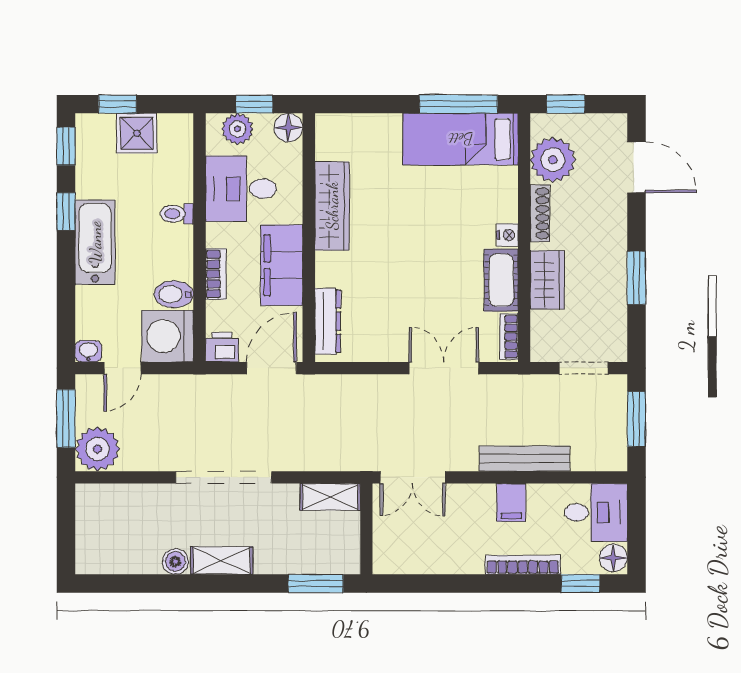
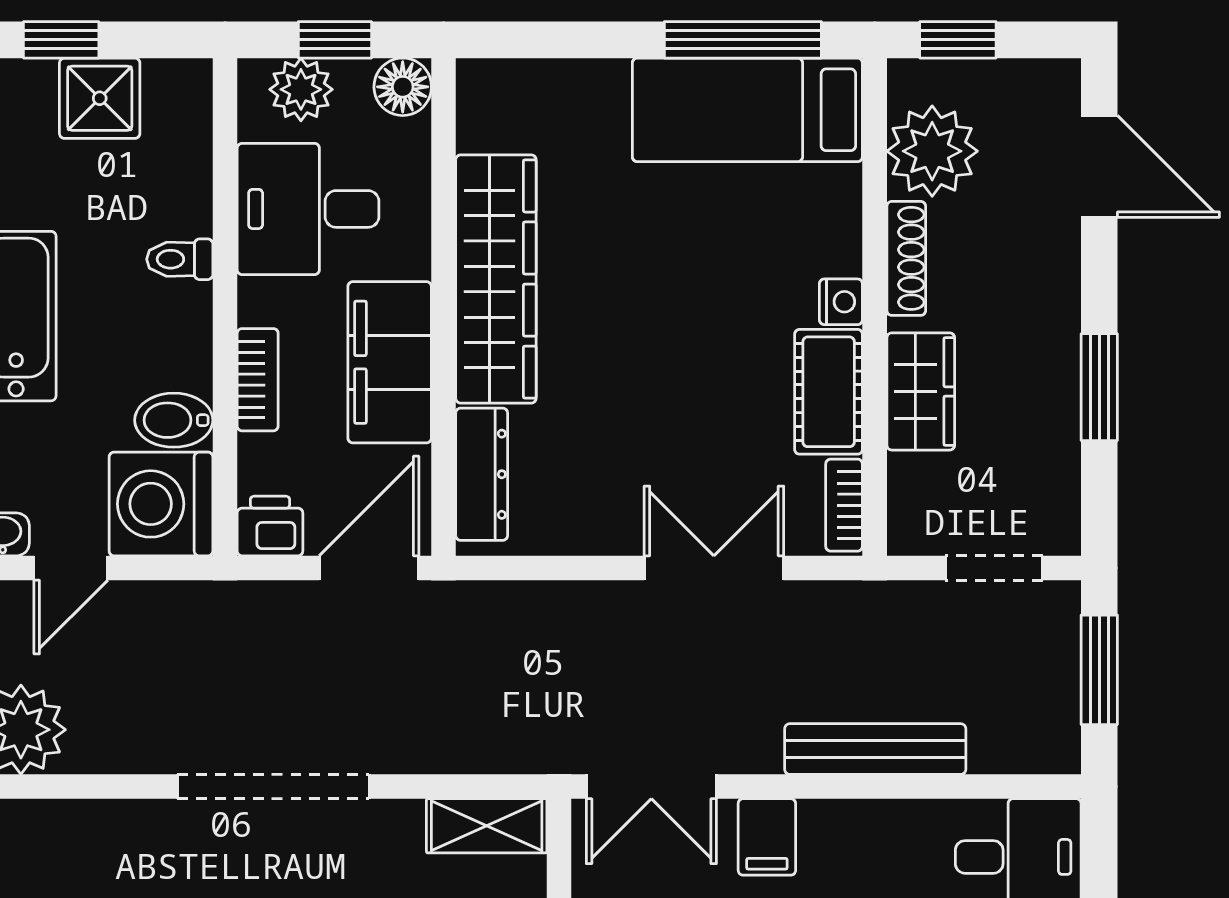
wardrobe: (332, 206) -> (496, 279), width x1.40, depth x1.17
filing cabinet: (511, 503) -> (767, 837), moved

